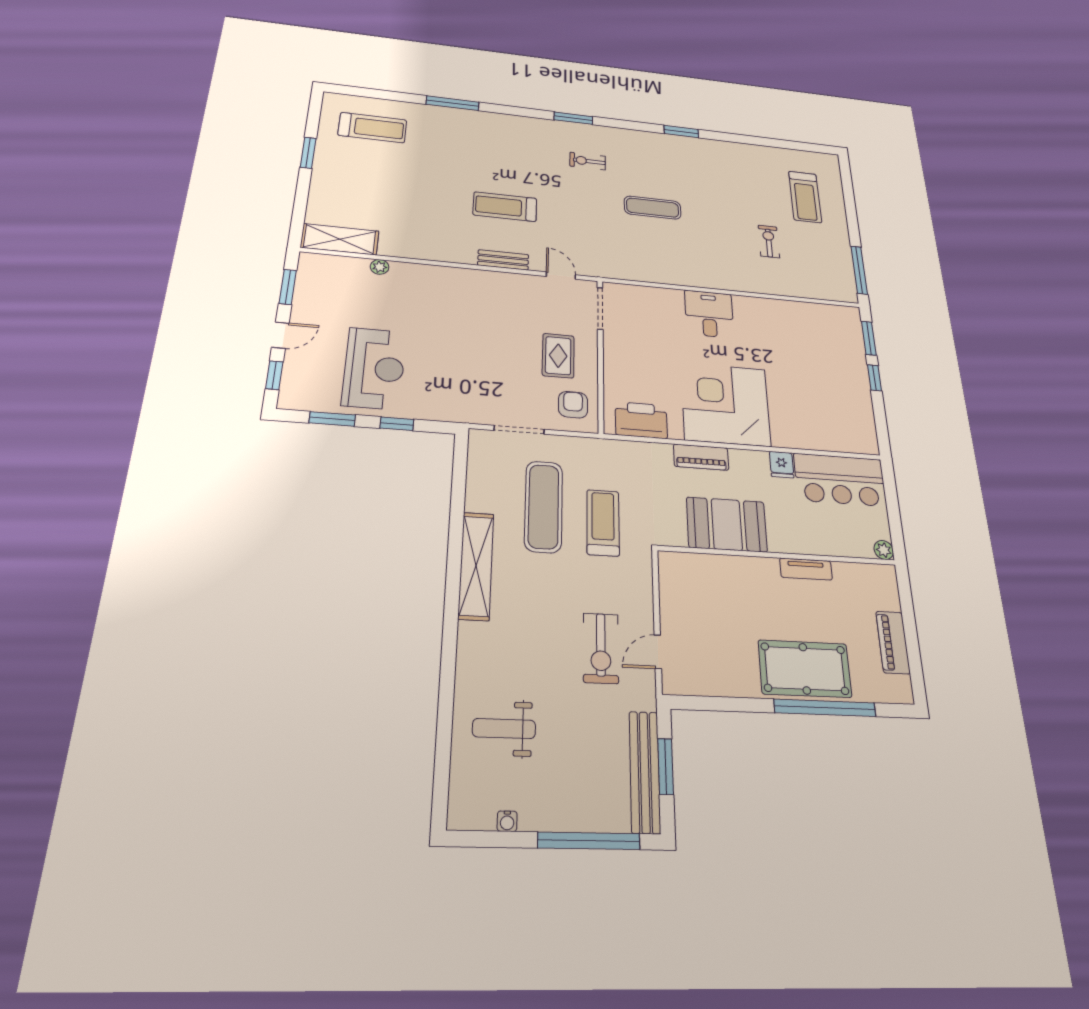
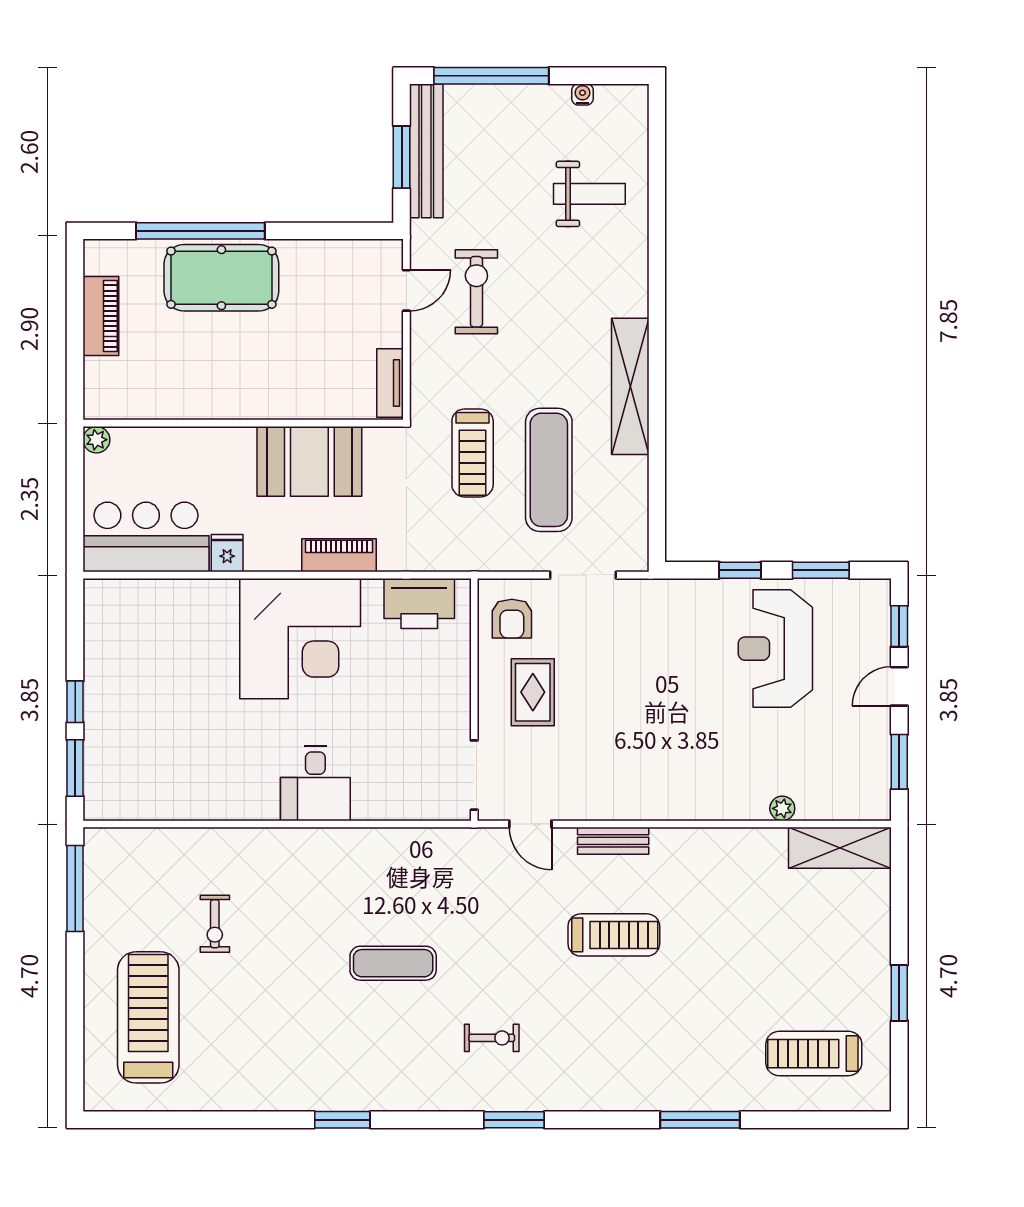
treadmill: (805, 197) -> (148, 1017), width x1.37, depth x1.38
tv unit: (806, 569) -> (390, 383), moved, turned -90

